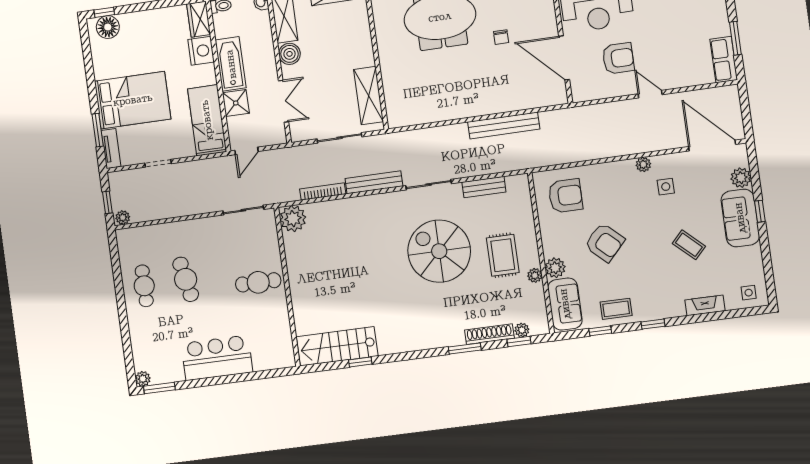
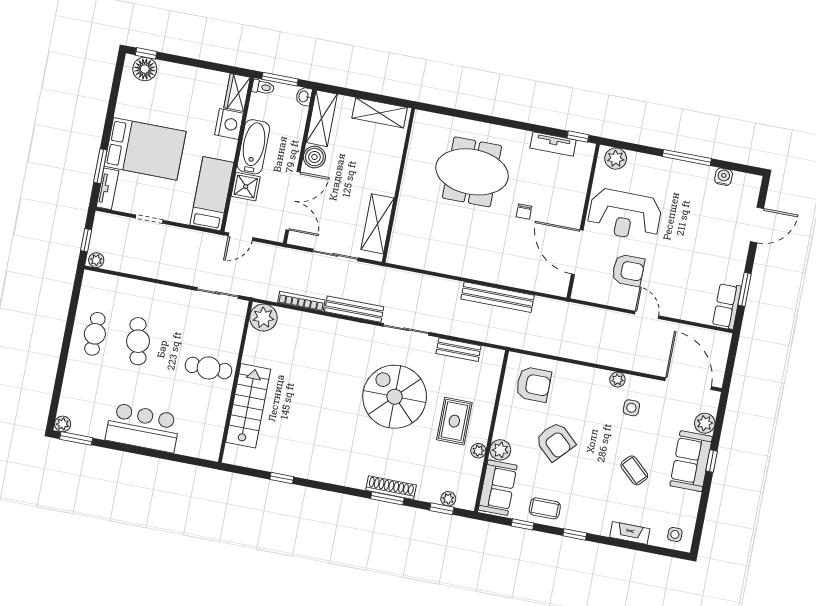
double door: (283, 101) -> (293, 201), width x1.37
shoe rack: (489, 334) -> (391, 488), moved
stairs: (337, 346) -> (248, 406), moved, turned 90

